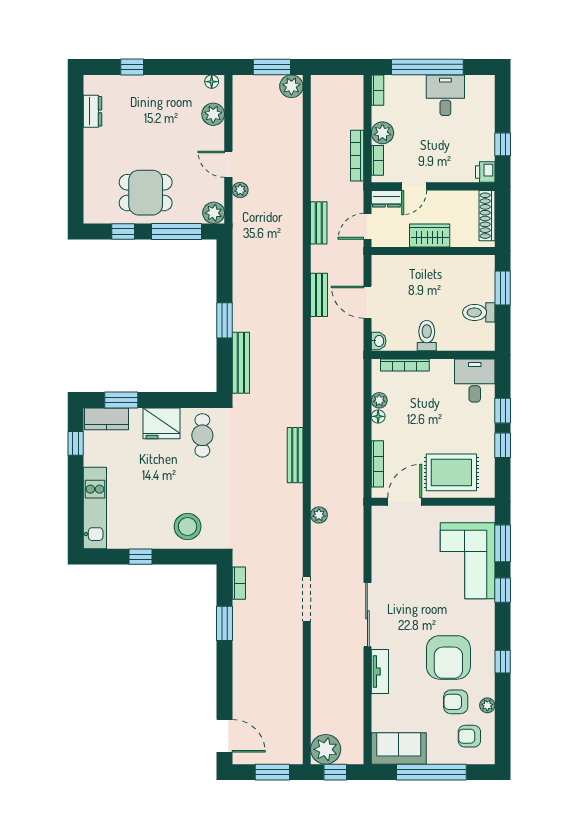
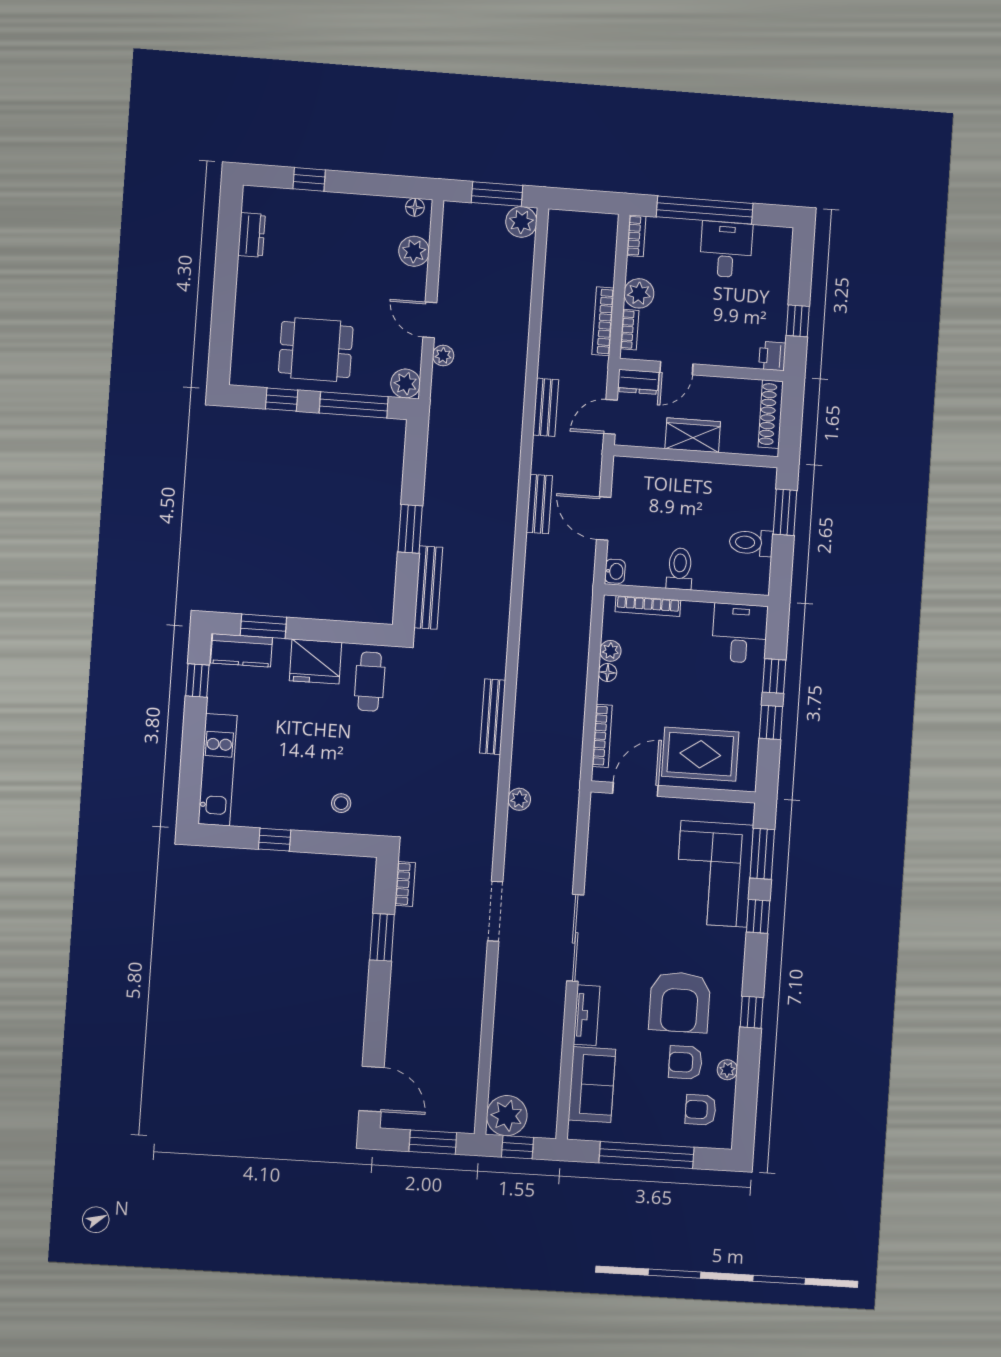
stool: (188, 527) -> (341, 803), width x0.53, depth x0.53
sofa: (399, 748) -> (592, 1085), moved, turned 90

